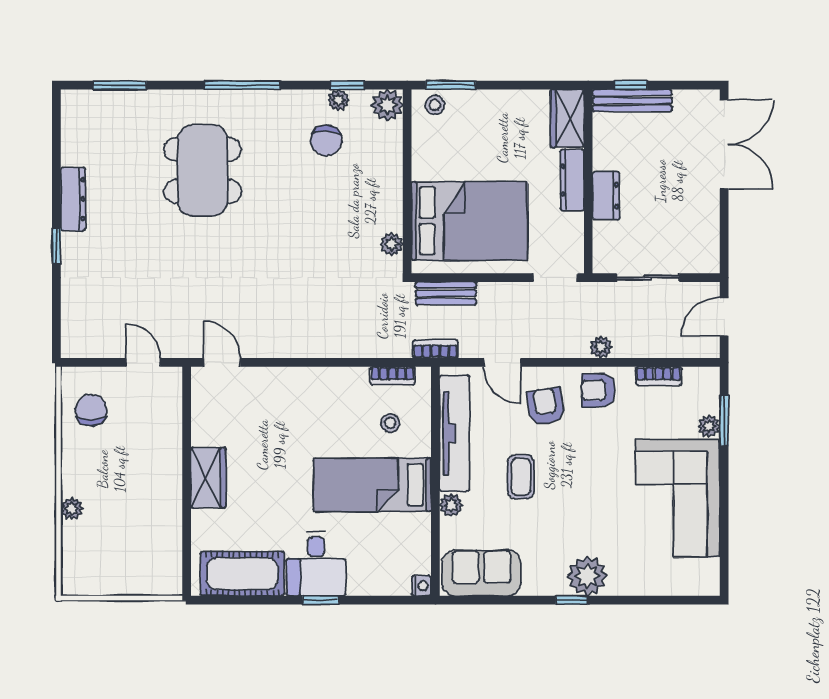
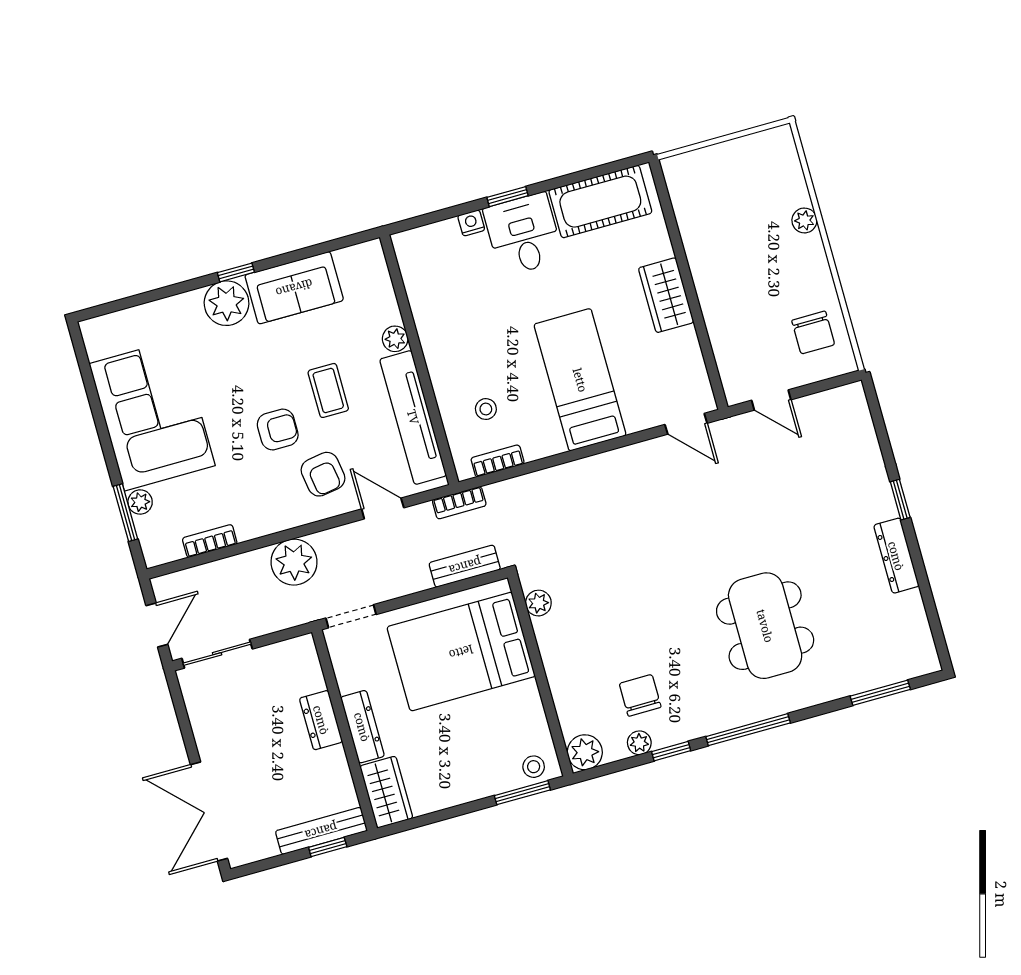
window: (348, 85) -> (671, 751), moved
sliding door: (648, 278) -> (217, 654), moved
plant: (601, 347) -> (294, 562), width x1.88, depth x1.88
armchair: (598, 390) -> (278, 430), moved
bed: (372, 485) -> (580, 380), moved, turned -90
sofa: (481, 573) -> (294, 288), moved
nightstand: (422, 586) -> (471, 223), moved, turned 90

